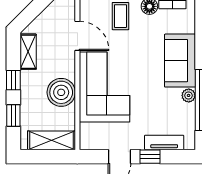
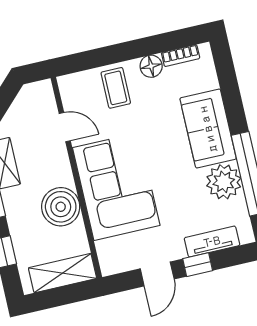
door: (77, 36) -> (65, 127), width x0.73
plant: (189, 95) -> (224, 182), width x1.87, depth x1.87

